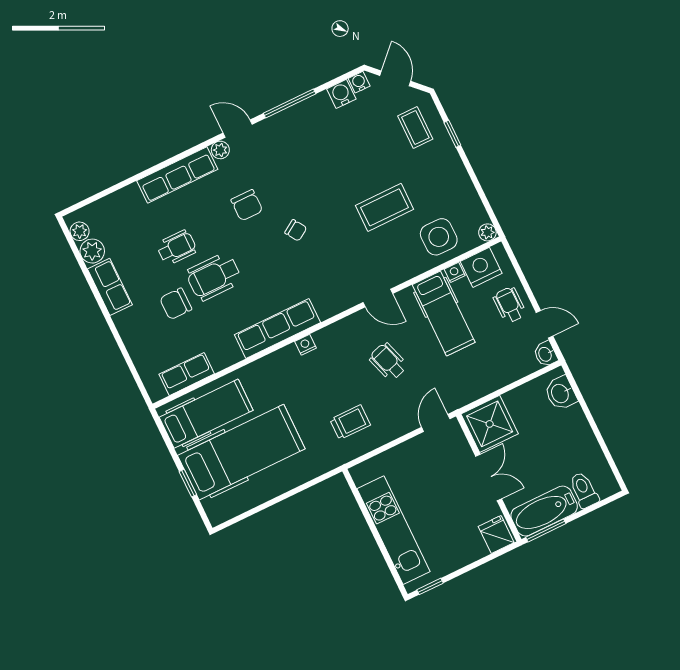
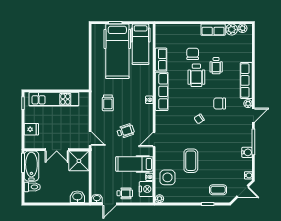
water cooler: (341, 94) -> (247, 152), moved
wheelchair: (214, 277) -> (196, 75), turned 180
row of seats: (187, 374) -> (161, 60), moved
fridge: (496, 534) -> (31, 129), moved

